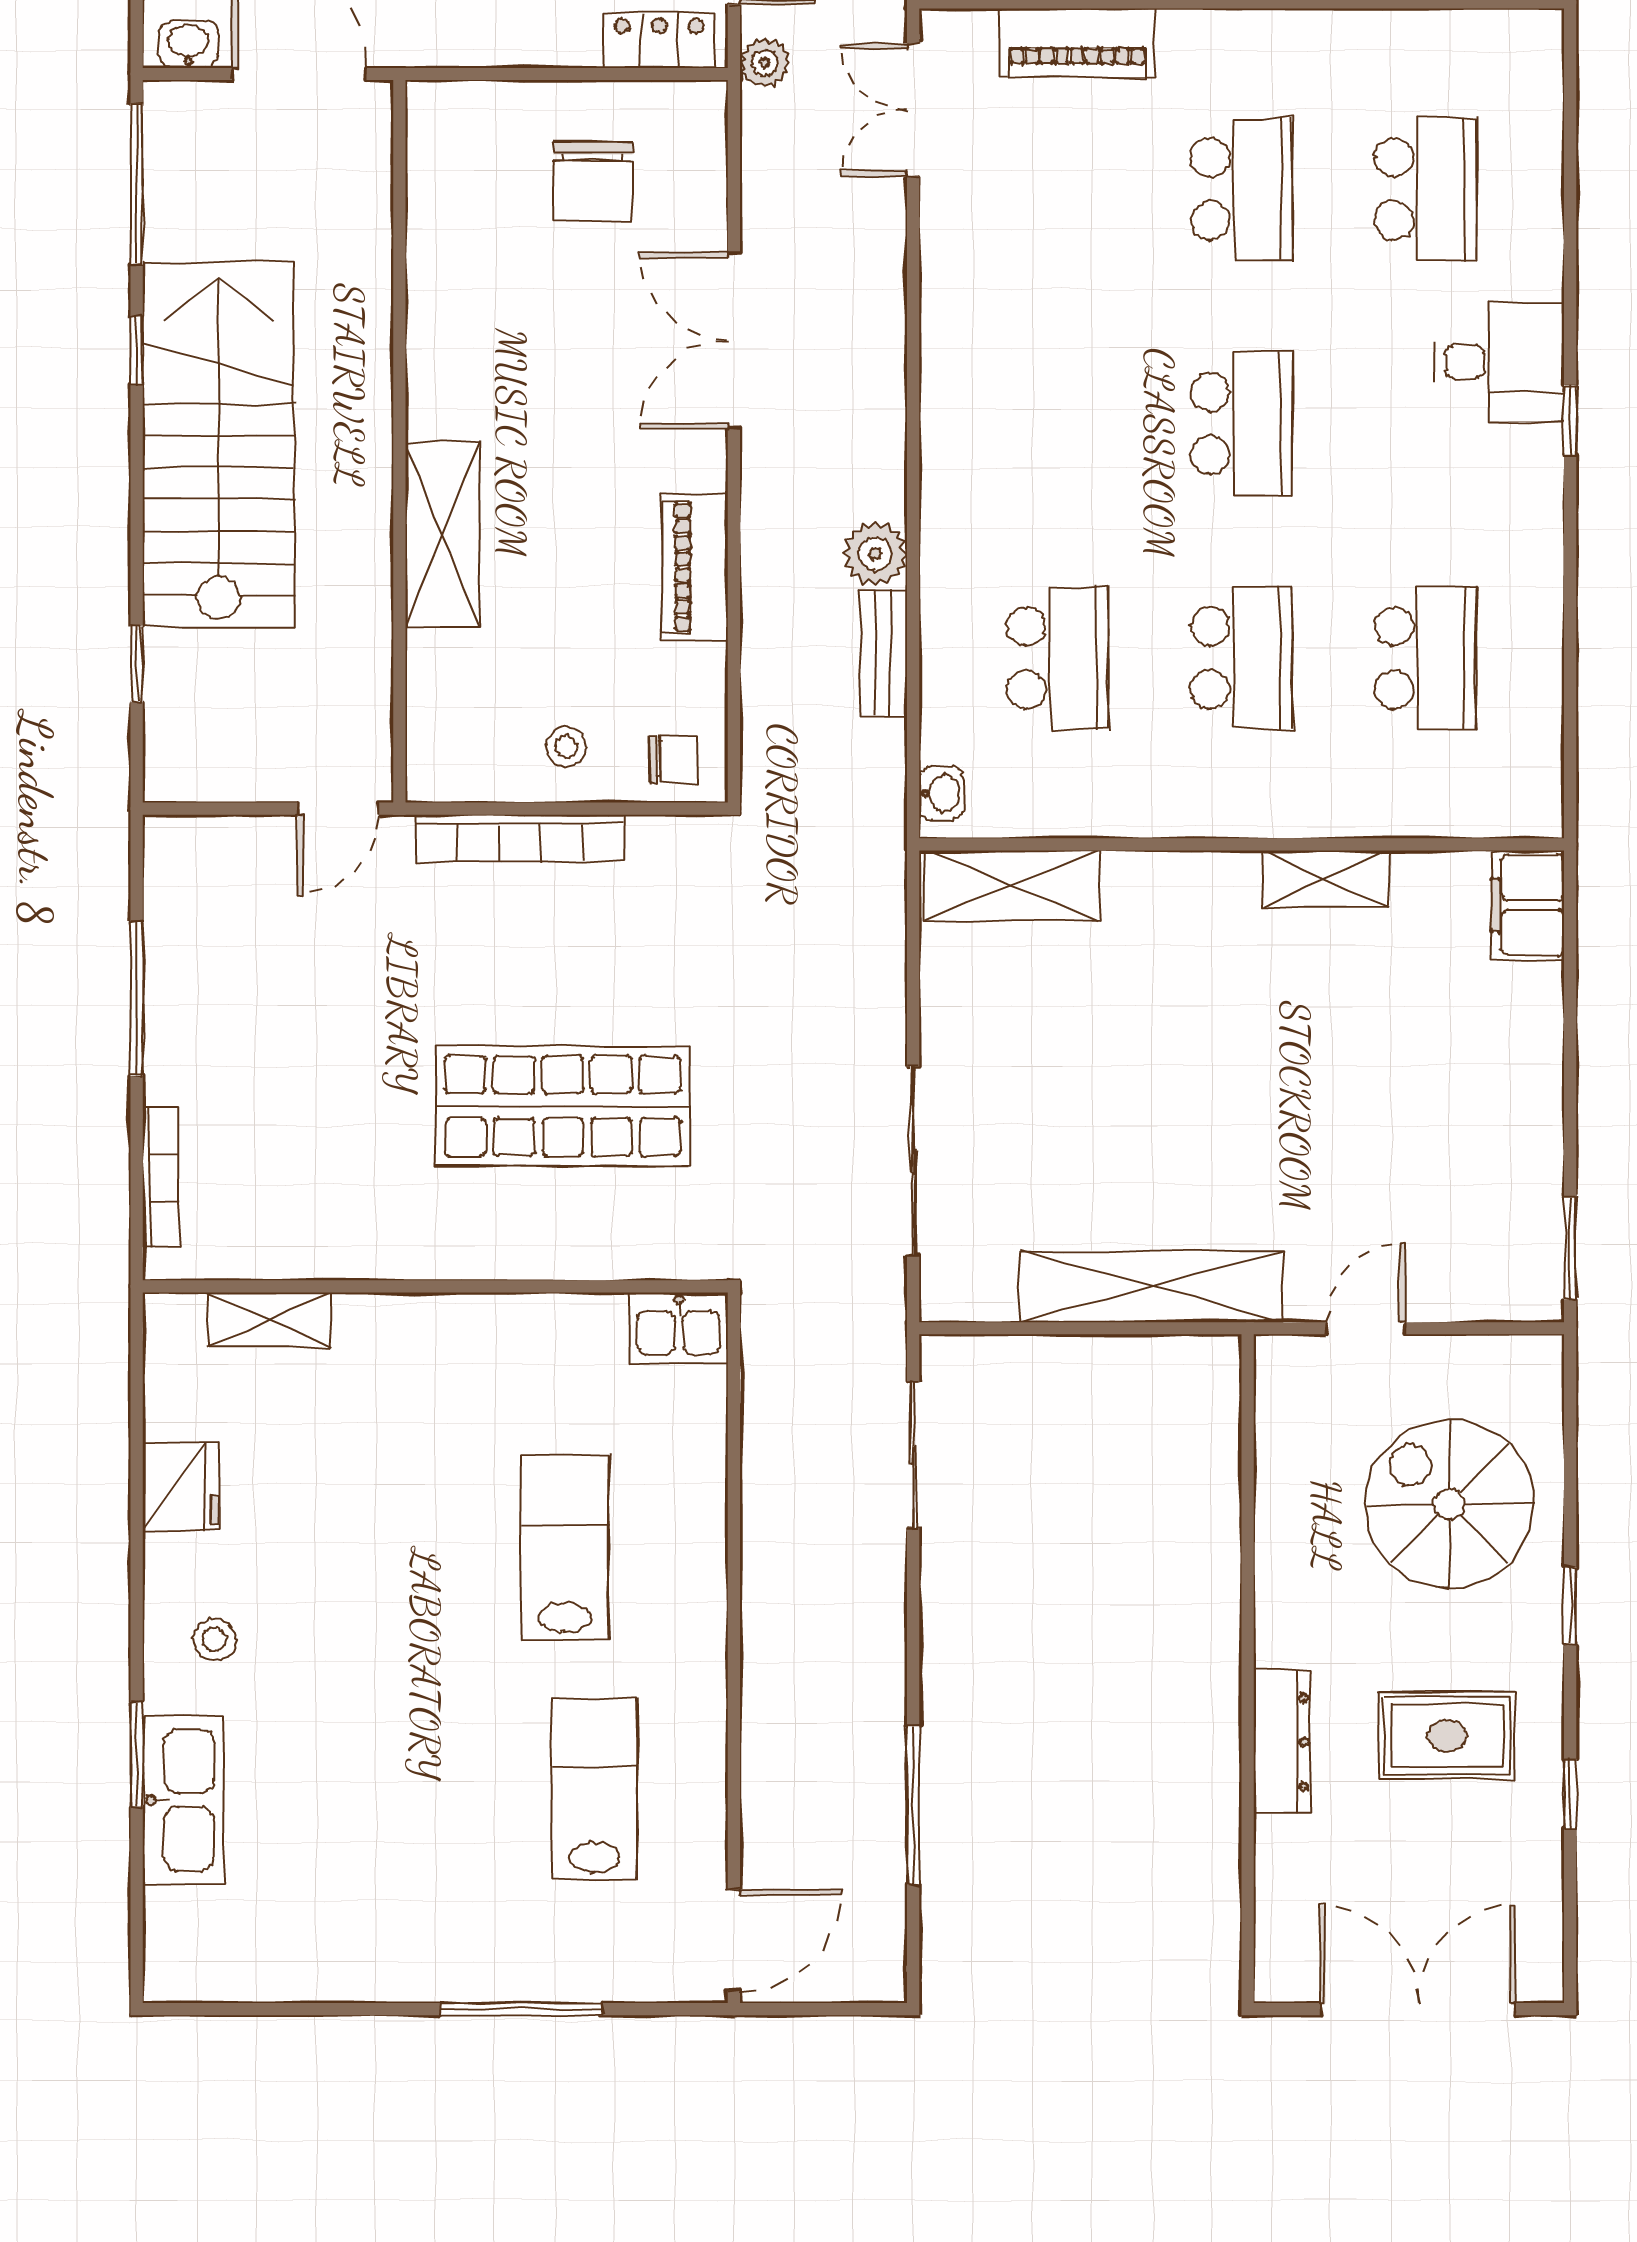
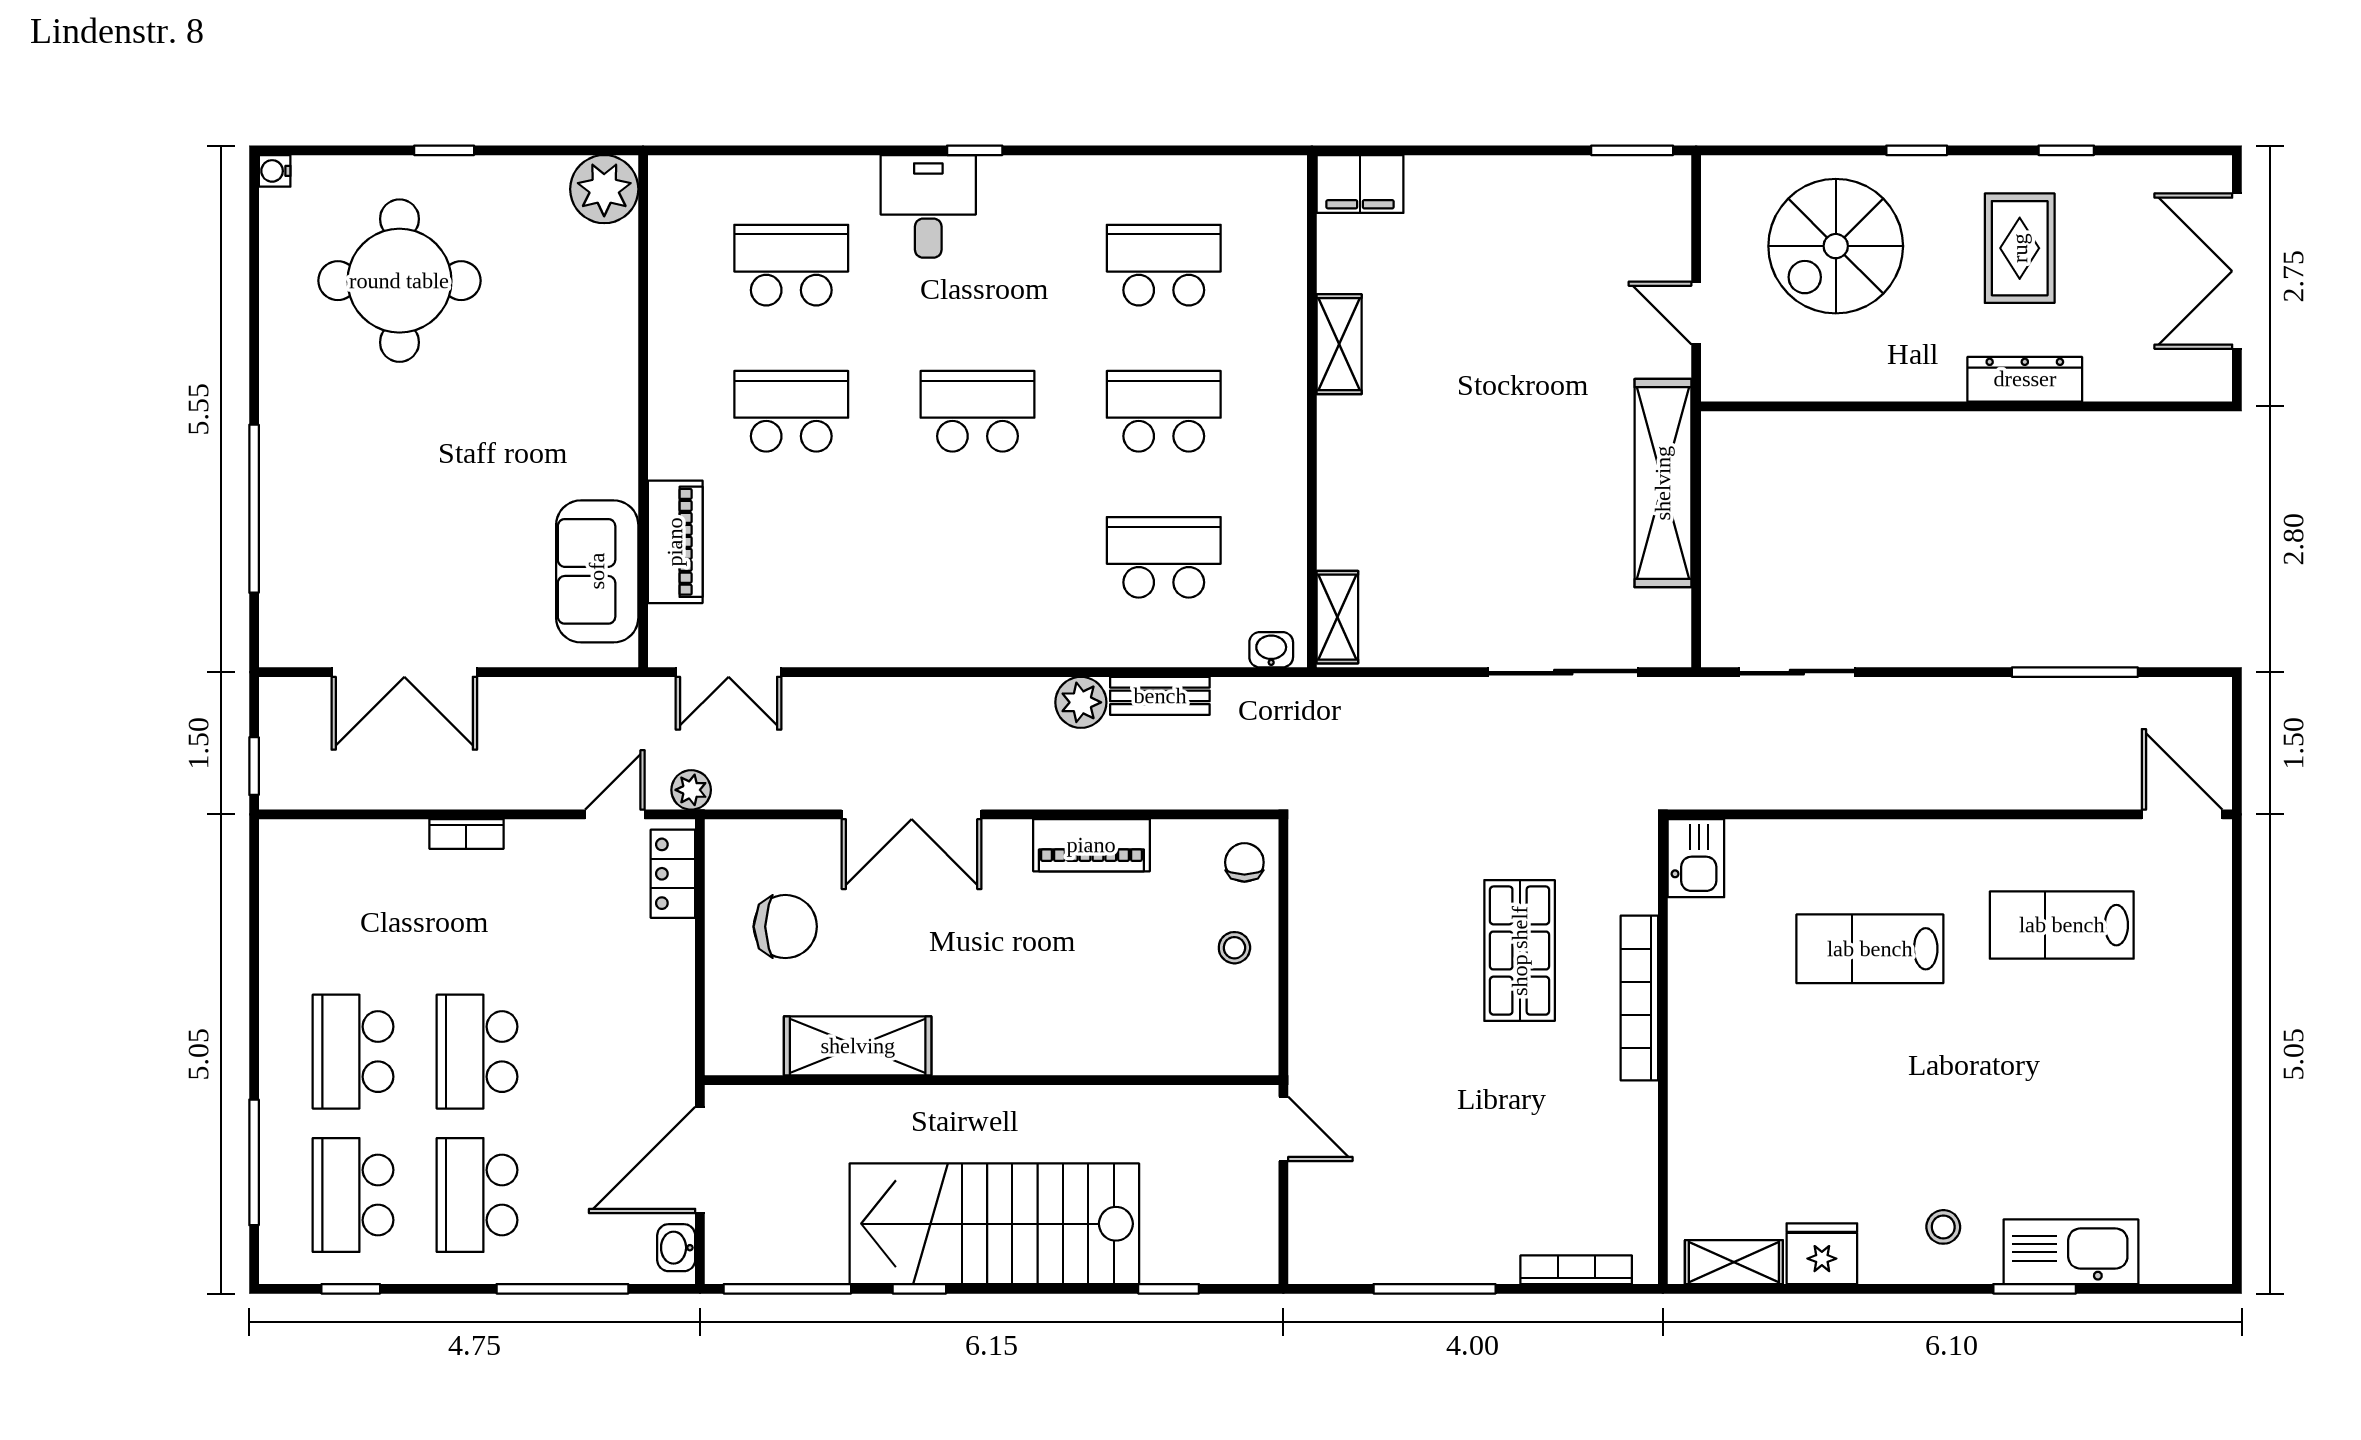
shelving: (443, 535) -> (858, 1046), moved
bookcase: (520, 838) -> (1639, 998), moved, turned 180
shelving: (1011, 885) -> (1337, 617), width x0.67, depth x0.75
shop shelf: (563, 1106) -> (1520, 951), width x0.70, depth x0.74
shelving: (269, 1320) -> (1734, 1262), moved, turned 90
window: (521, 2009) -> (2237, 983), removed

